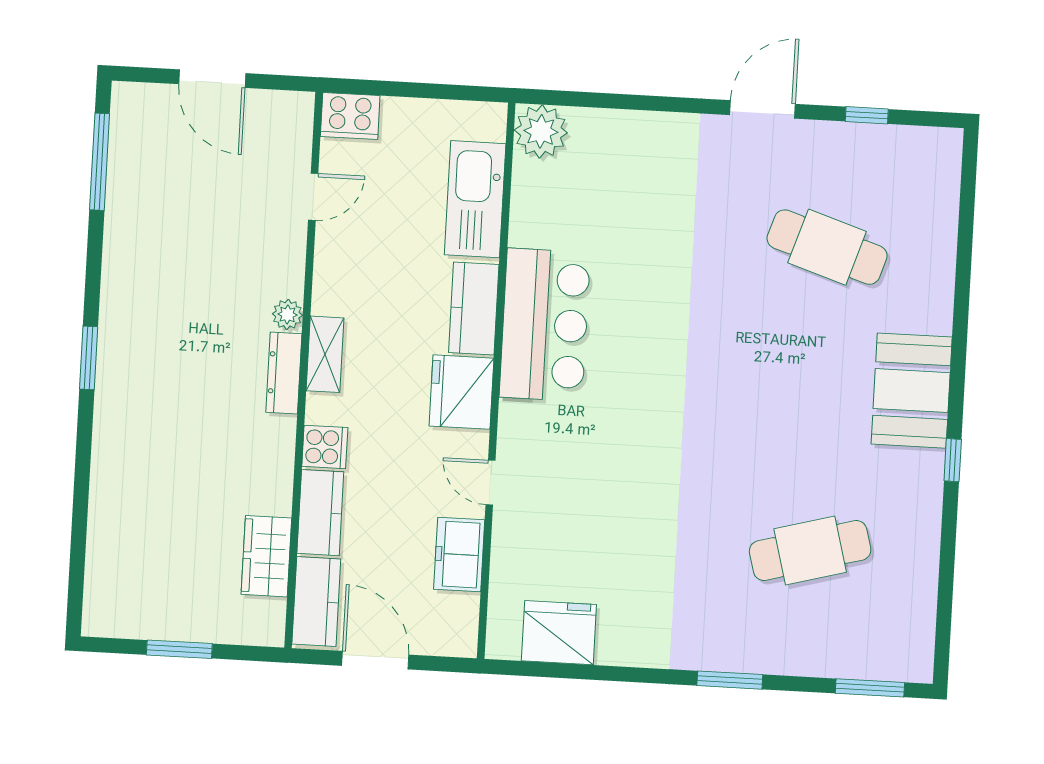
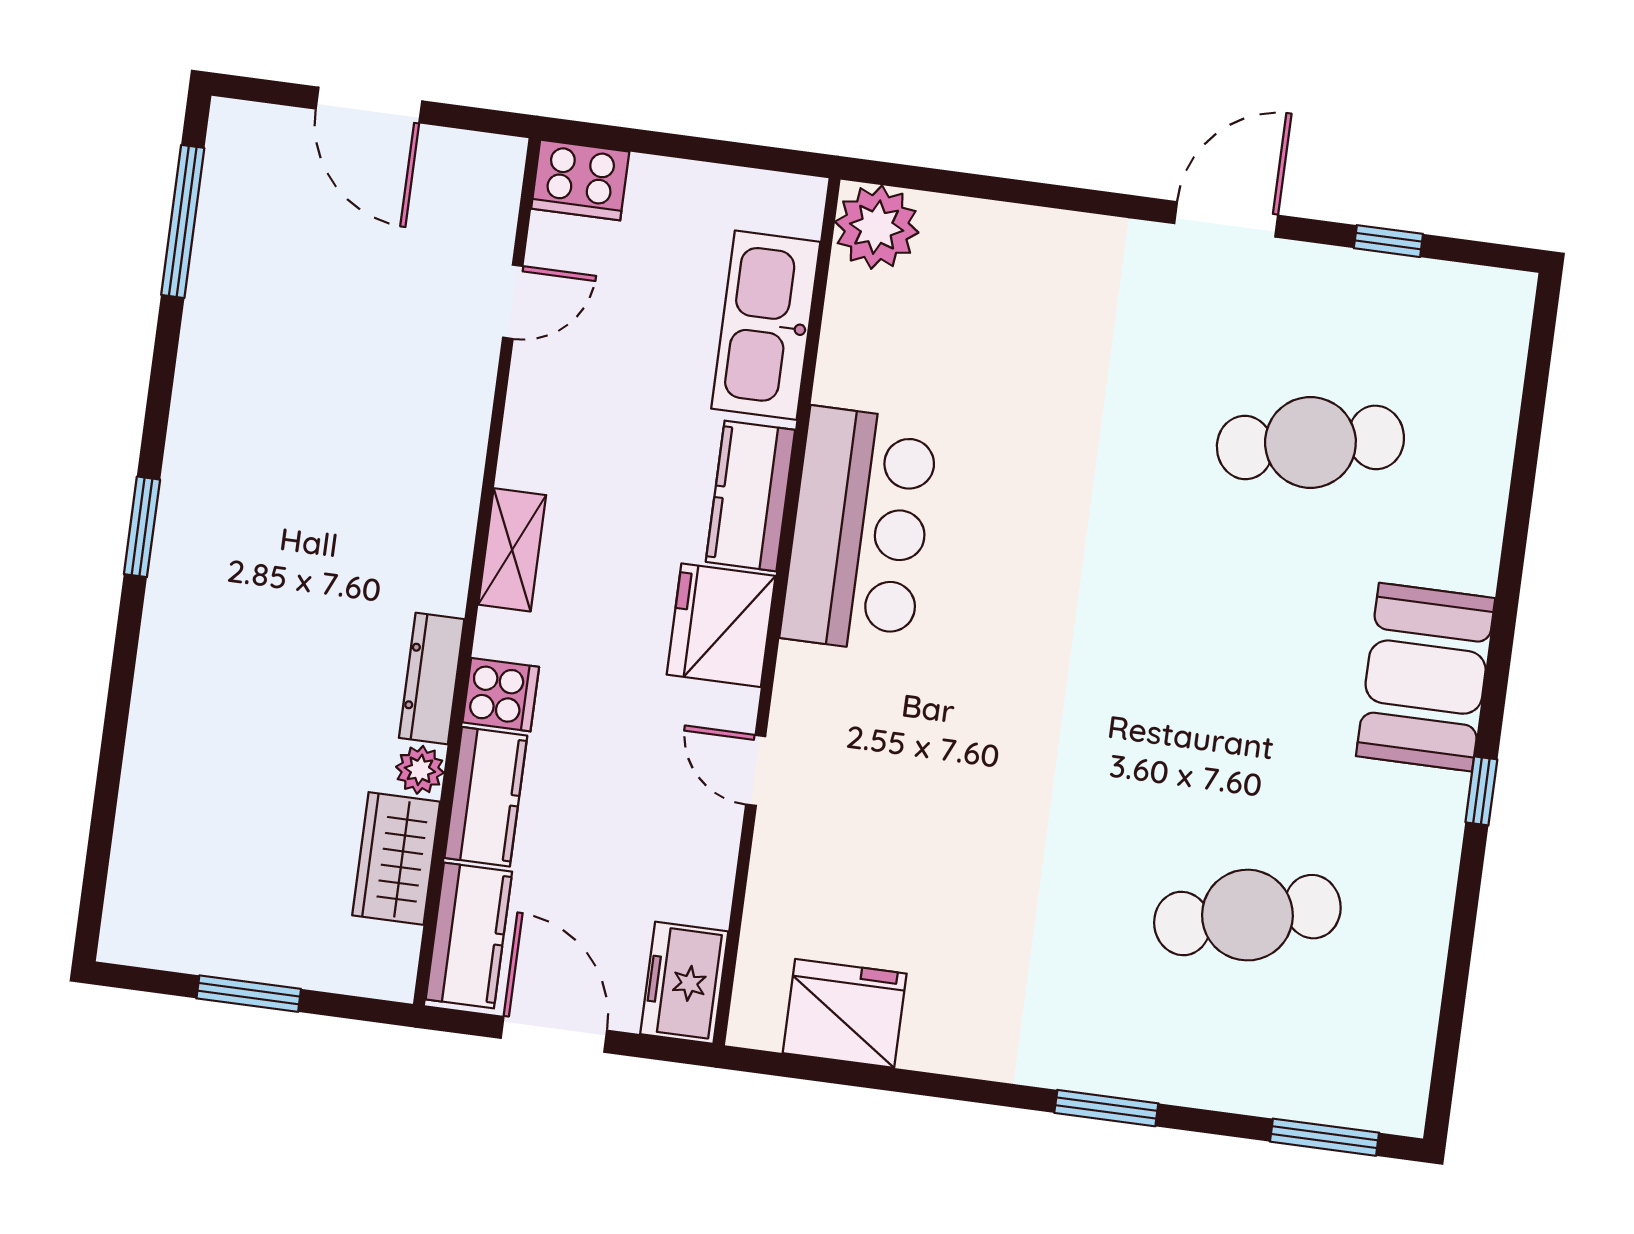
cafe table: (827, 247) -> (1310, 442), turned -30
plant: (287, 314) -> (420, 770), moved
dresser: (284, 373) -> (432, 679), moved
freezer: (459, 555) -> (684, 983), moved

